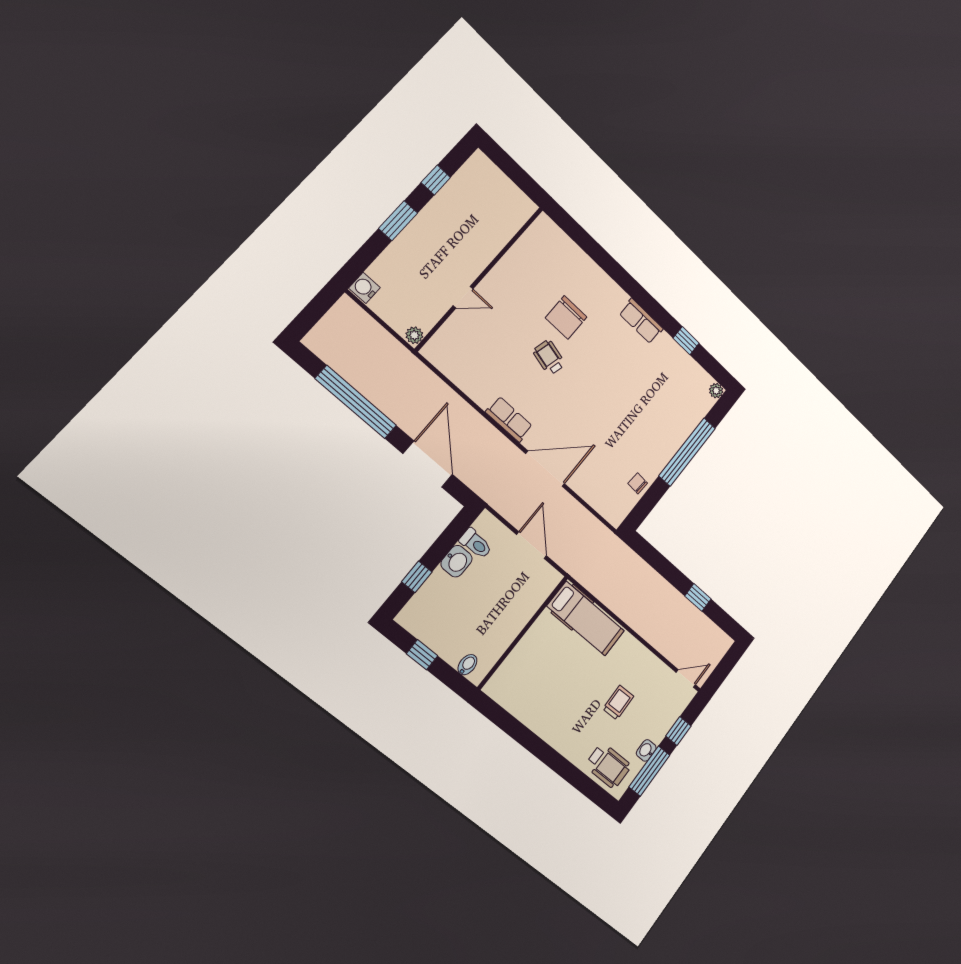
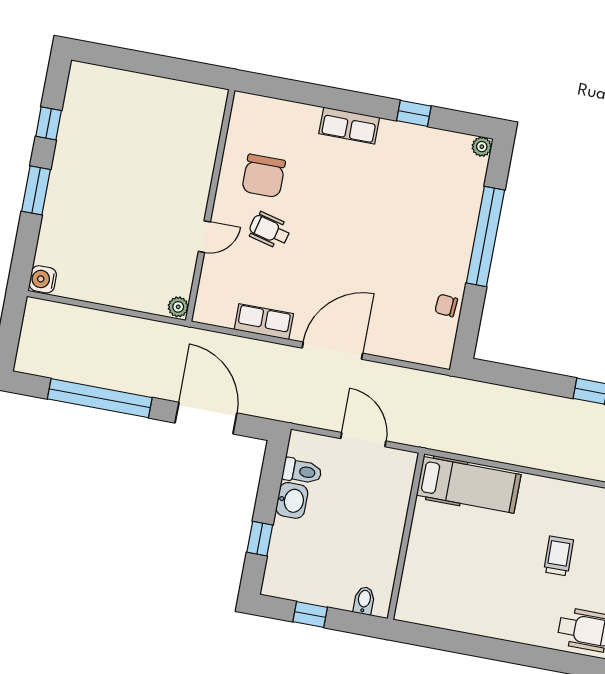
wall: (480, 278) -> (210, 205), moved
door: (463, 297) -> (204, 237), moved
plant: (414, 335) -> (178, 307), moved

